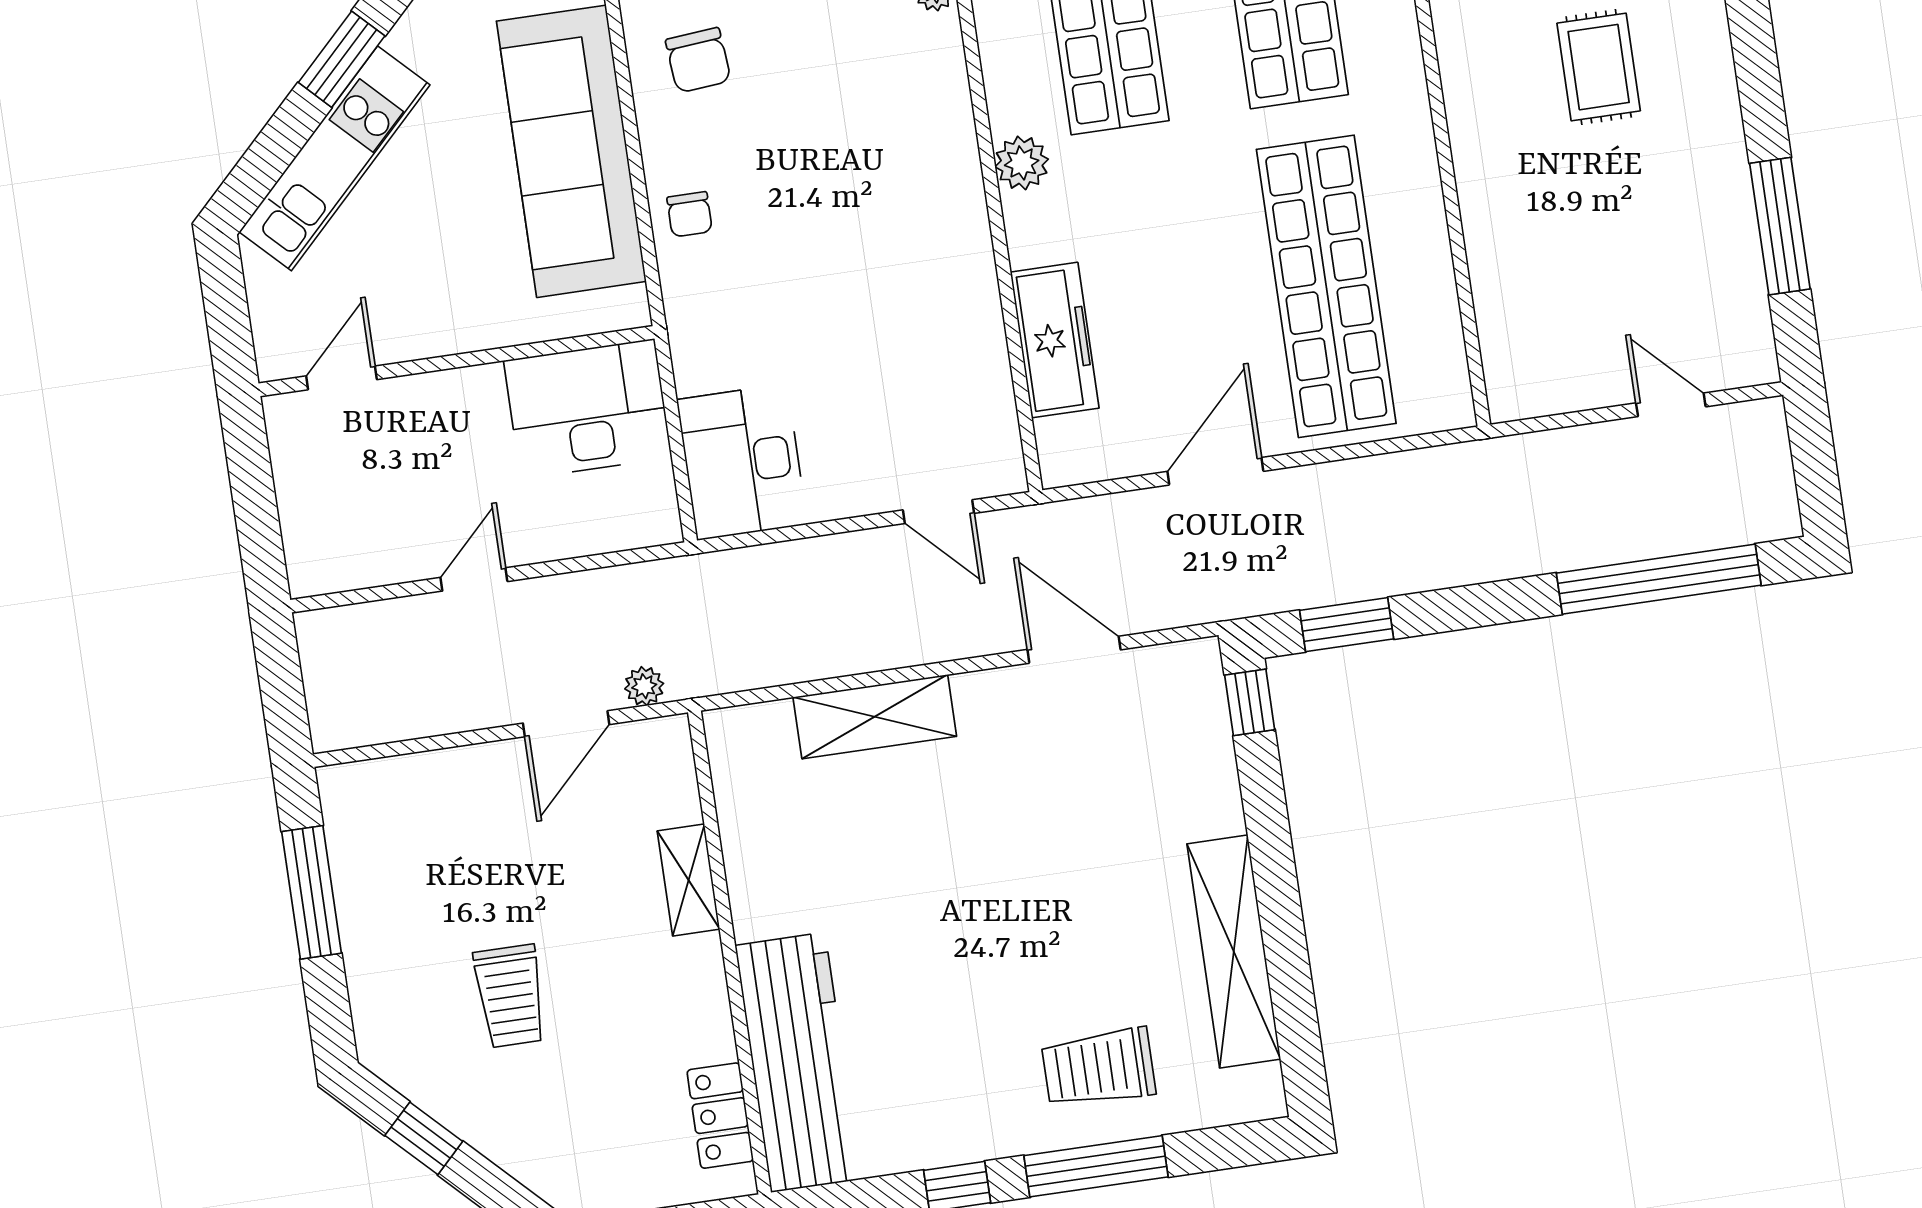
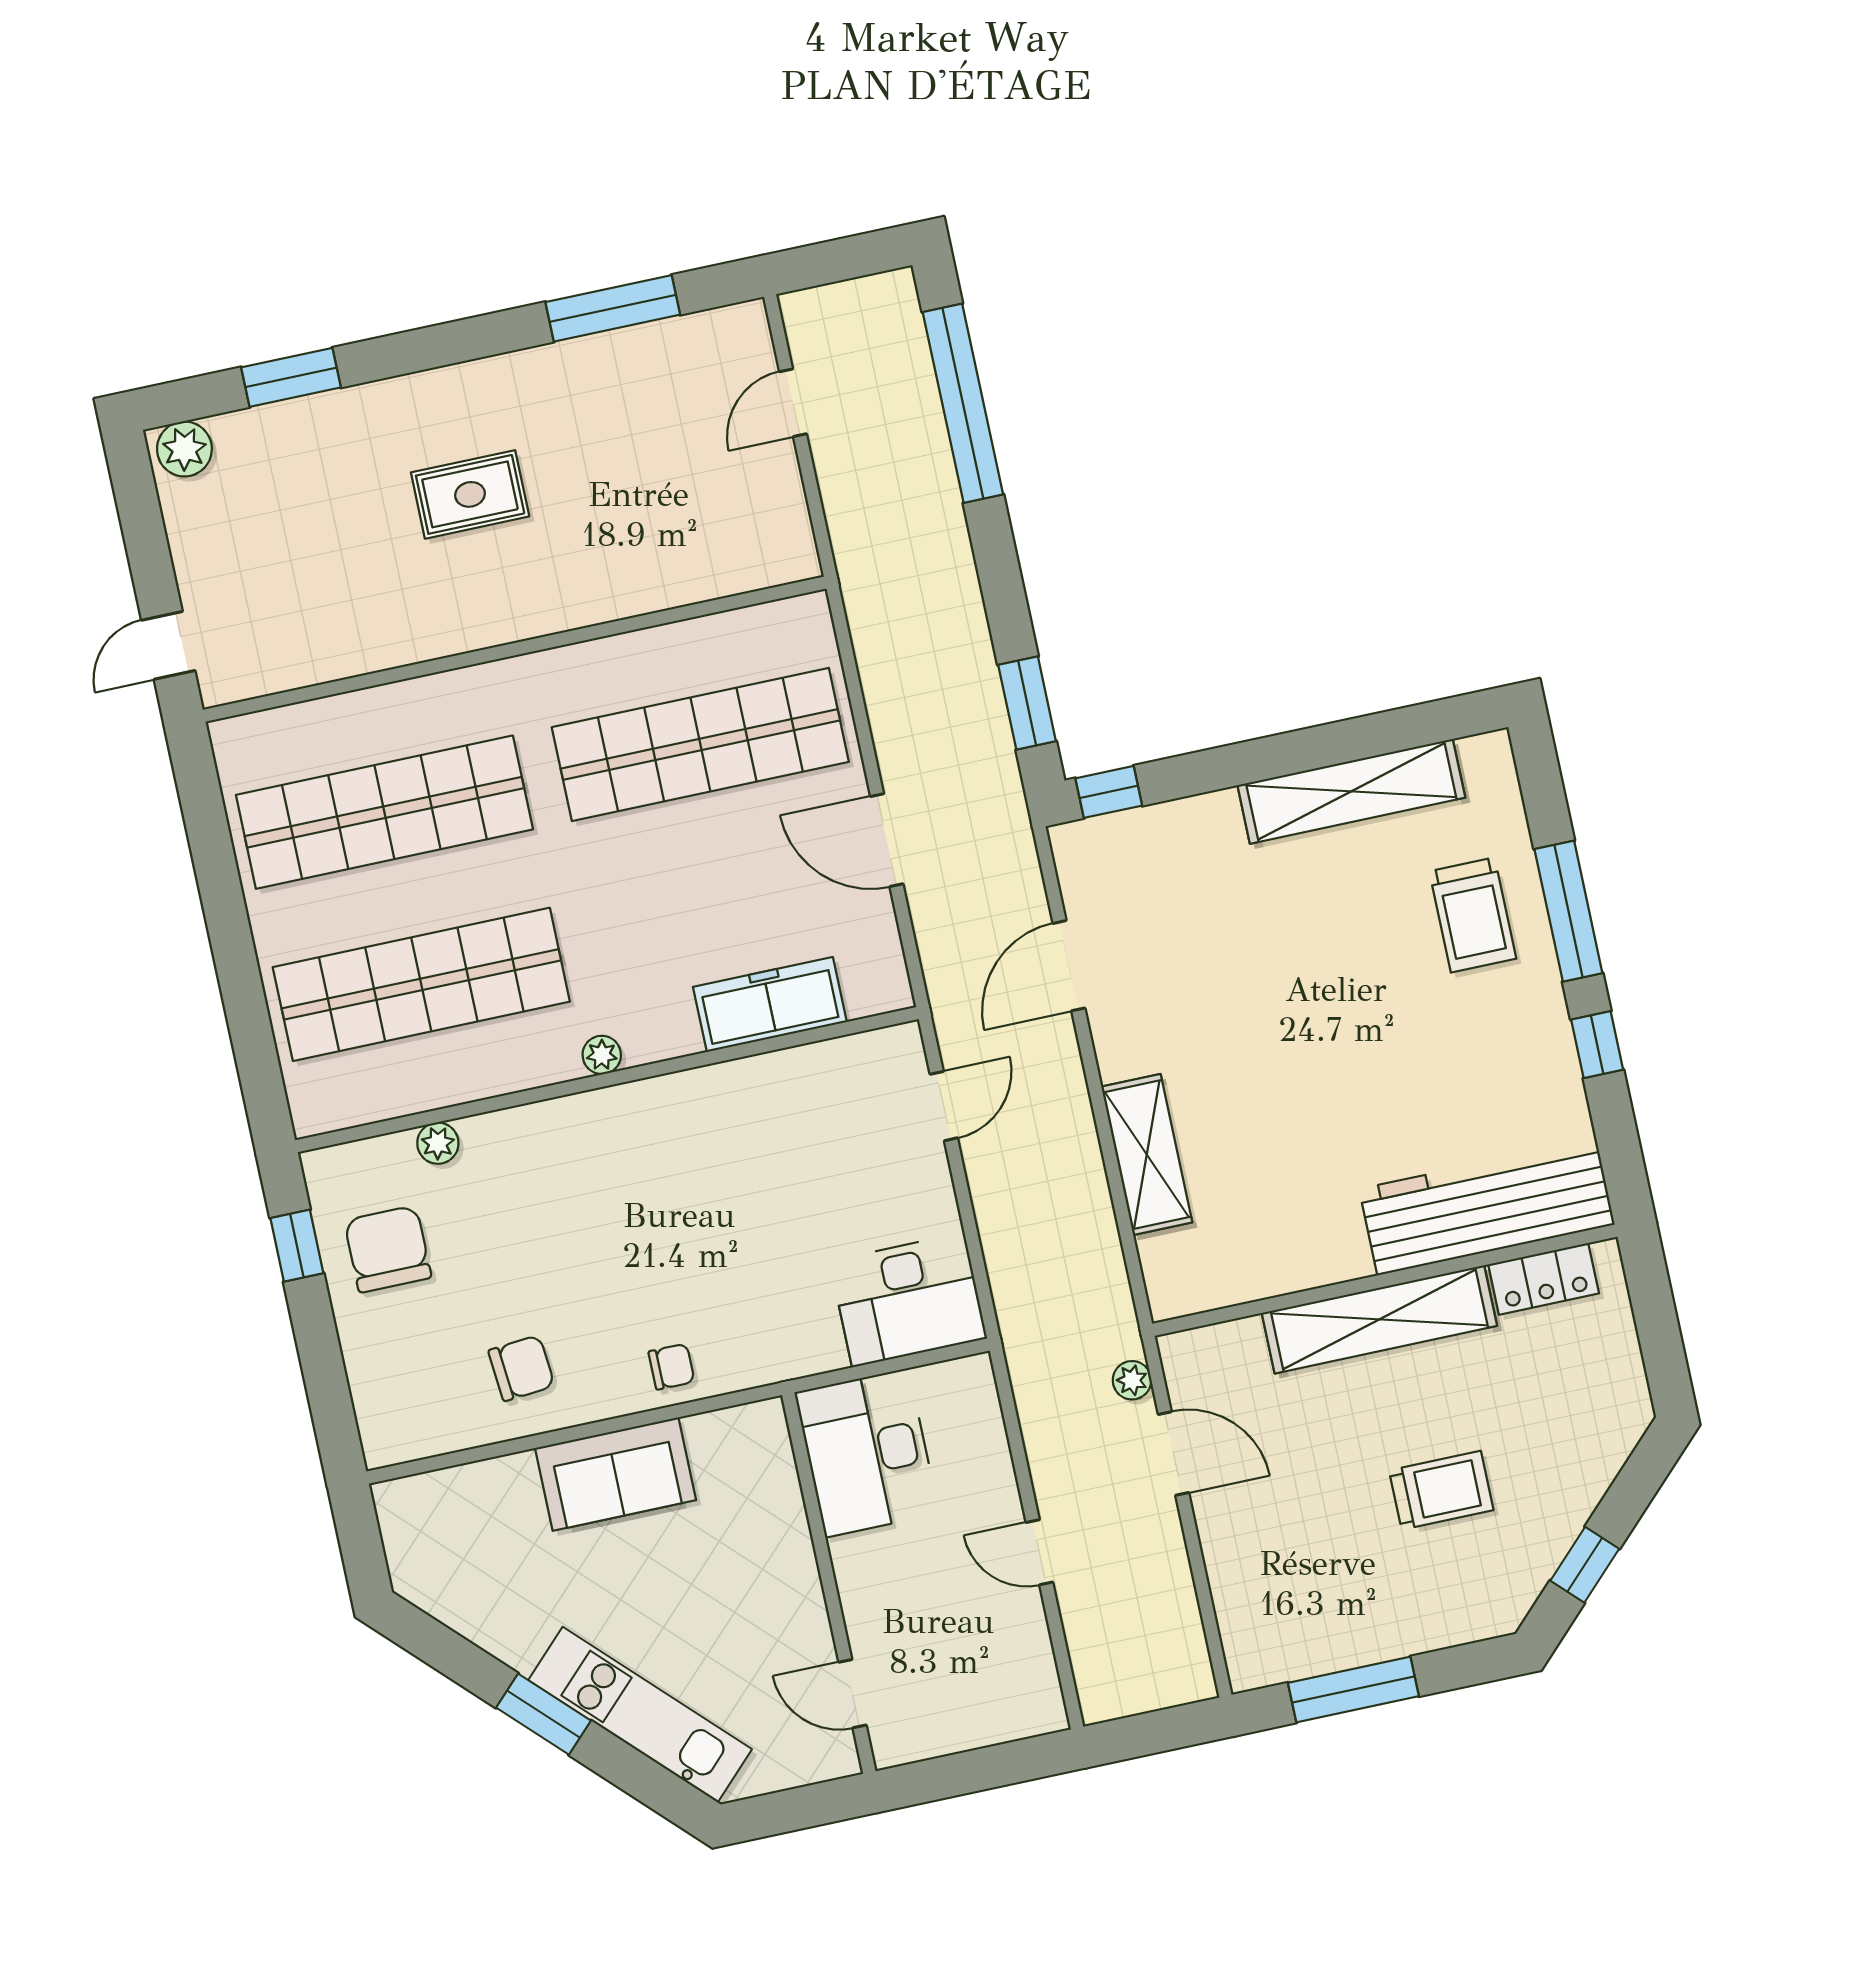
sofa: (571, 151) -> (616, 1474), width x0.54, depth x0.79
plant: (1022, 163) -> (602, 1055), width x0.73, depth x0.73
shelving: (689, 880) -> (1379, 1319), width x2.20, depth x1.33

